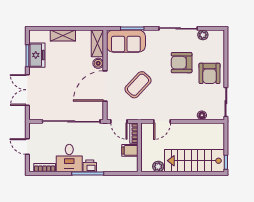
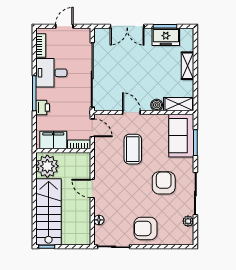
armchair: (182, 63) -> (164, 183), moved
coffee table: (138, 85) -> (133, 149), turned 47
door: (105, 86) -> (131, 113), width x0.53
double door: (27, 90) -> (127, 26), swing flipped
door: (119, 121) -> (92, 128), swing flipped
door: (162, 121) -> (92, 188), moved
filing cabinet: (130, 150) -> (53, 140), width x2.00
printer: (90, 166) -> (43, 108), moved
plant: (158, 167) -> (47, 166), width x1.88, depth x1.88

